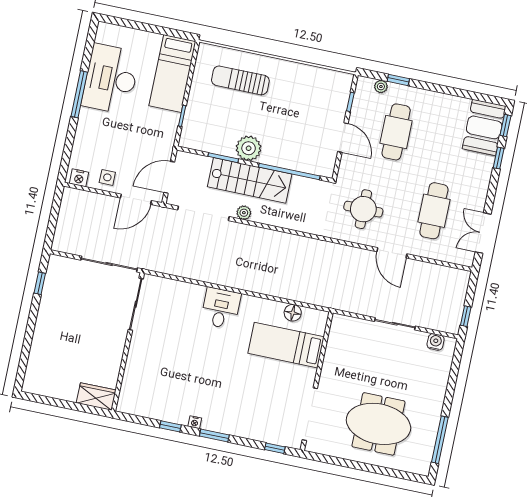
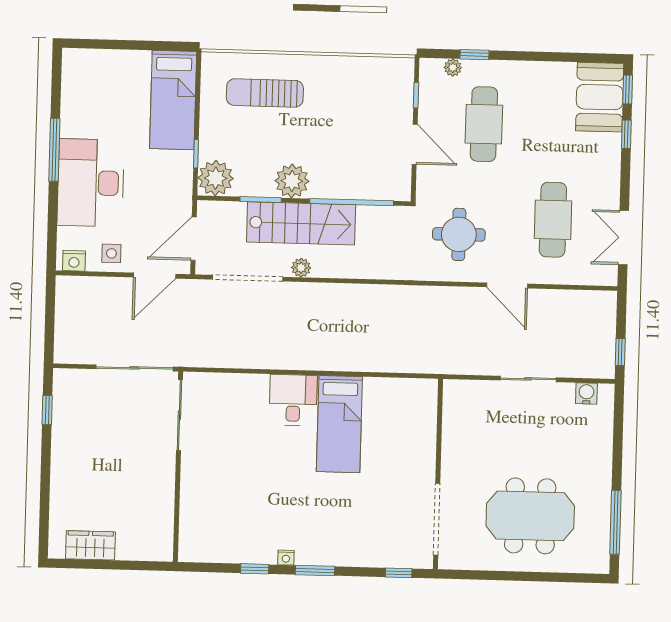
desk: (111, 79) -> (91, 183), moved
plant: (193, 136) -> (216, 178), added
floor lamp: (293, 313) -> (390, 389), removed
bed: (286, 345) -> (339, 424), moved, turned -90
wardrobe: (96, 397) -> (90, 545), moved

